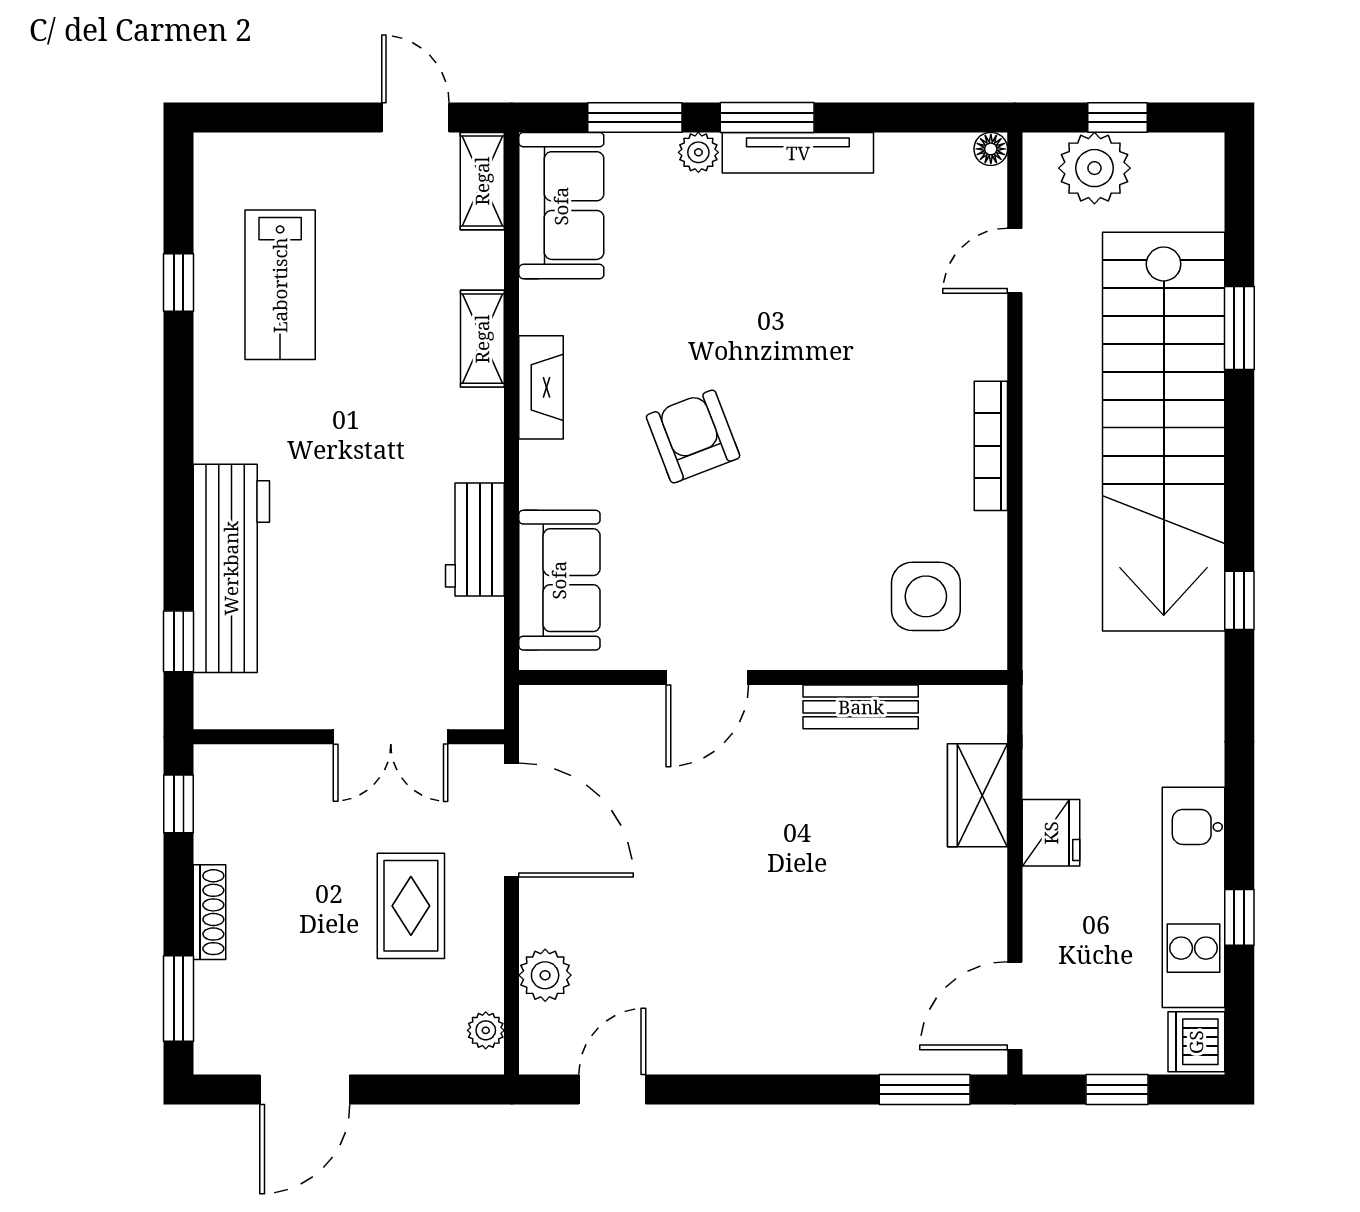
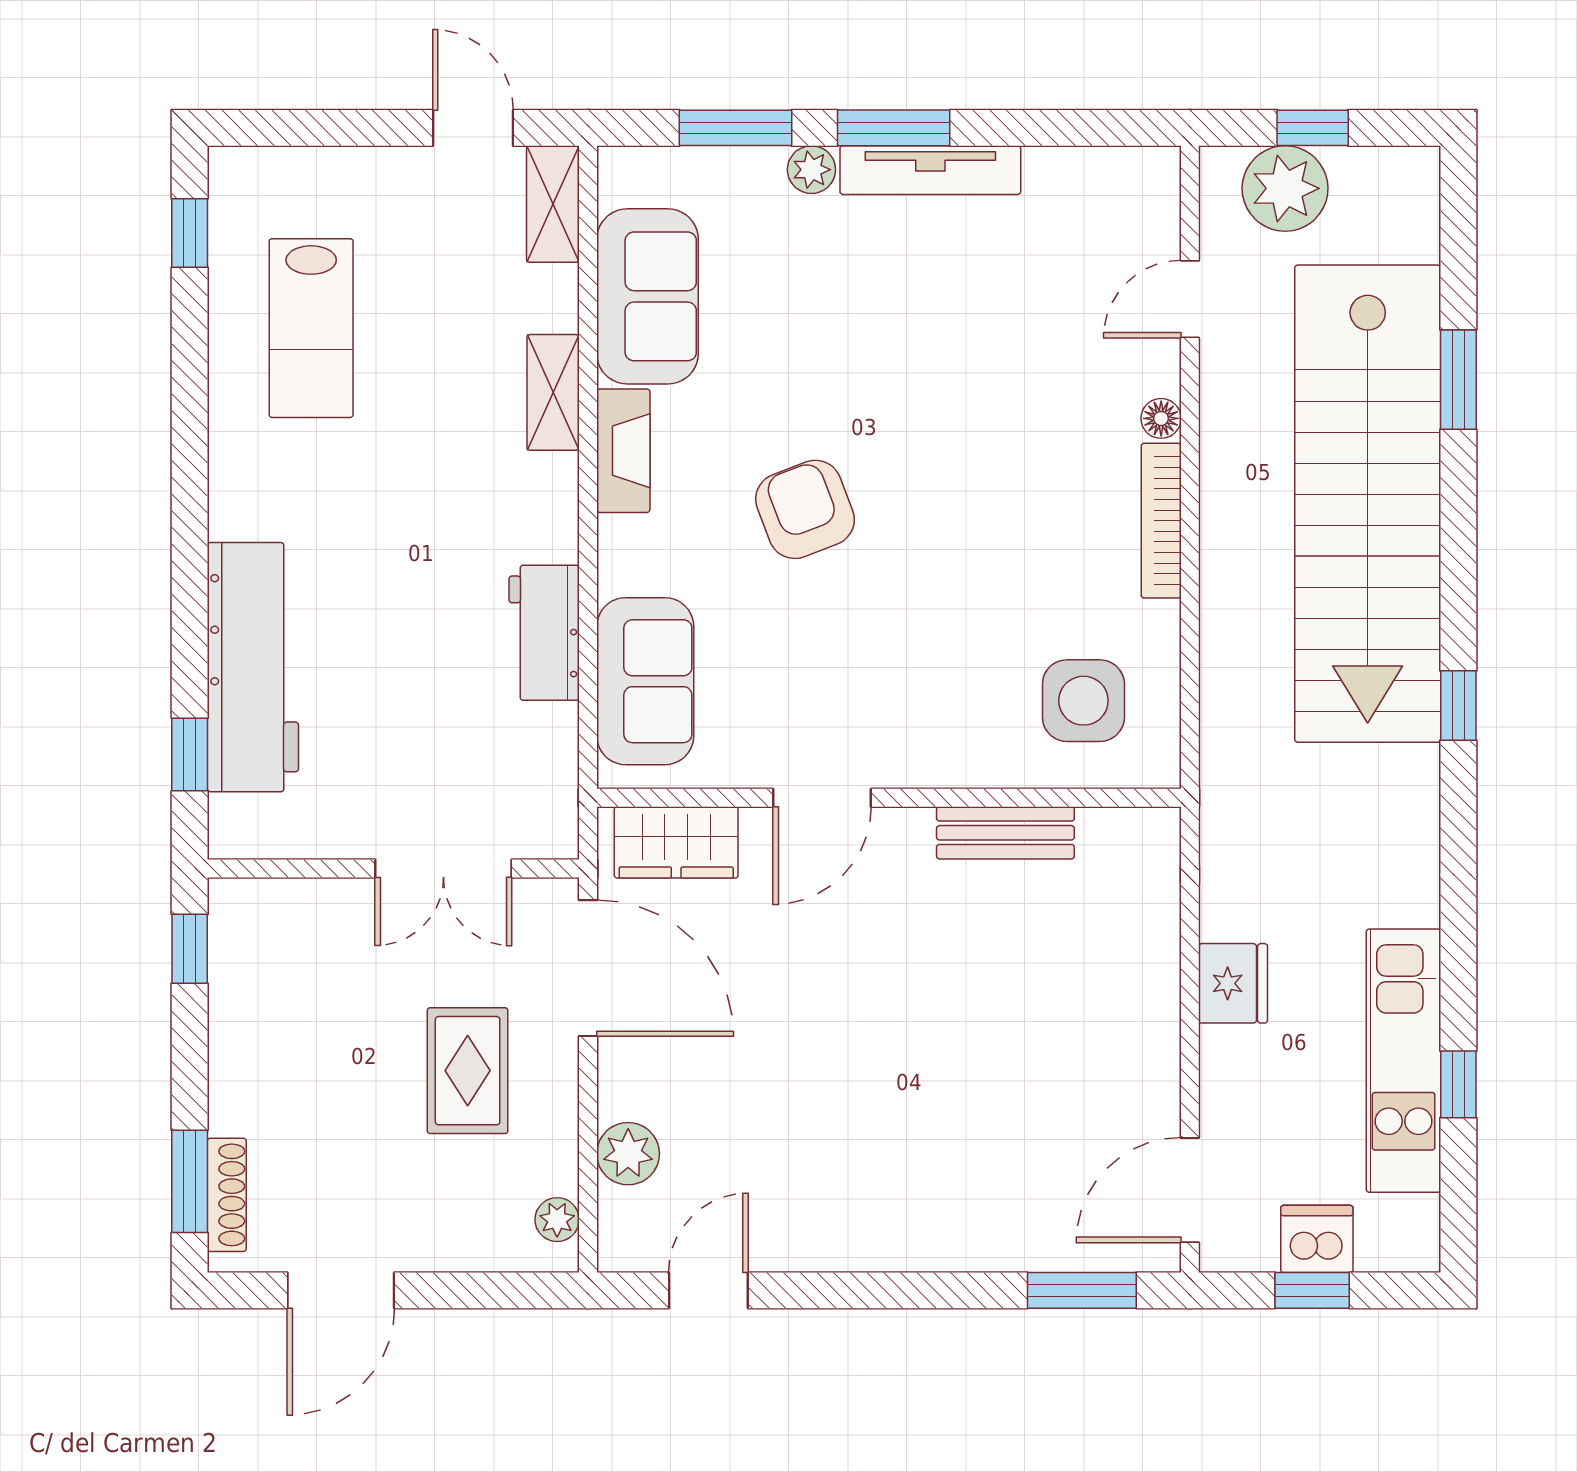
floor lamp: (991, 149) -> (1161, 418), moved
sofa: (561, 206) -> (648, 296), moved
window: (178, 283) -> (190, 233), moved
wardrobe: (977, 795) -> (676, 842), moved, turned -90
shoe rack: (209, 912) -> (227, 1195), moved
dishwasher: (1196, 1042) -> (1317, 1239), moved, turned 90

